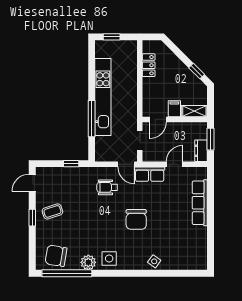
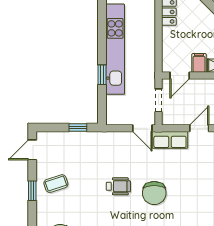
window: (92, 119) -> (102, 75), width x0.46
wheelchair: (107, 187) -> (118, 186), moved, turned 180

